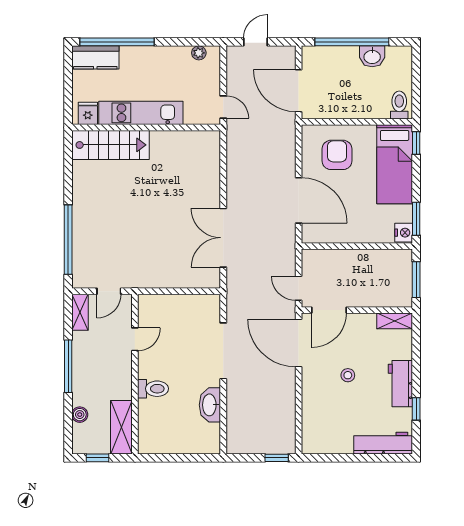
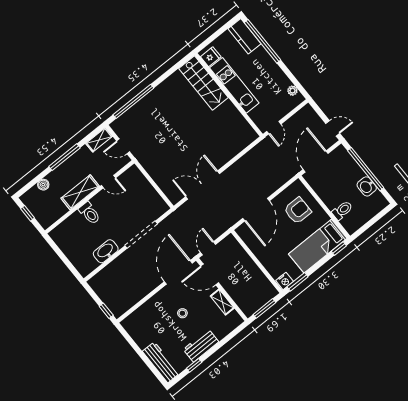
door: (255, 42) -> (333, 128), moved
toilet: (399, 105) -> (342, 210), moved
shelving: (395, 321) -> (222, 302), moved
shelving: (121, 427) -> (80, 192), moved

